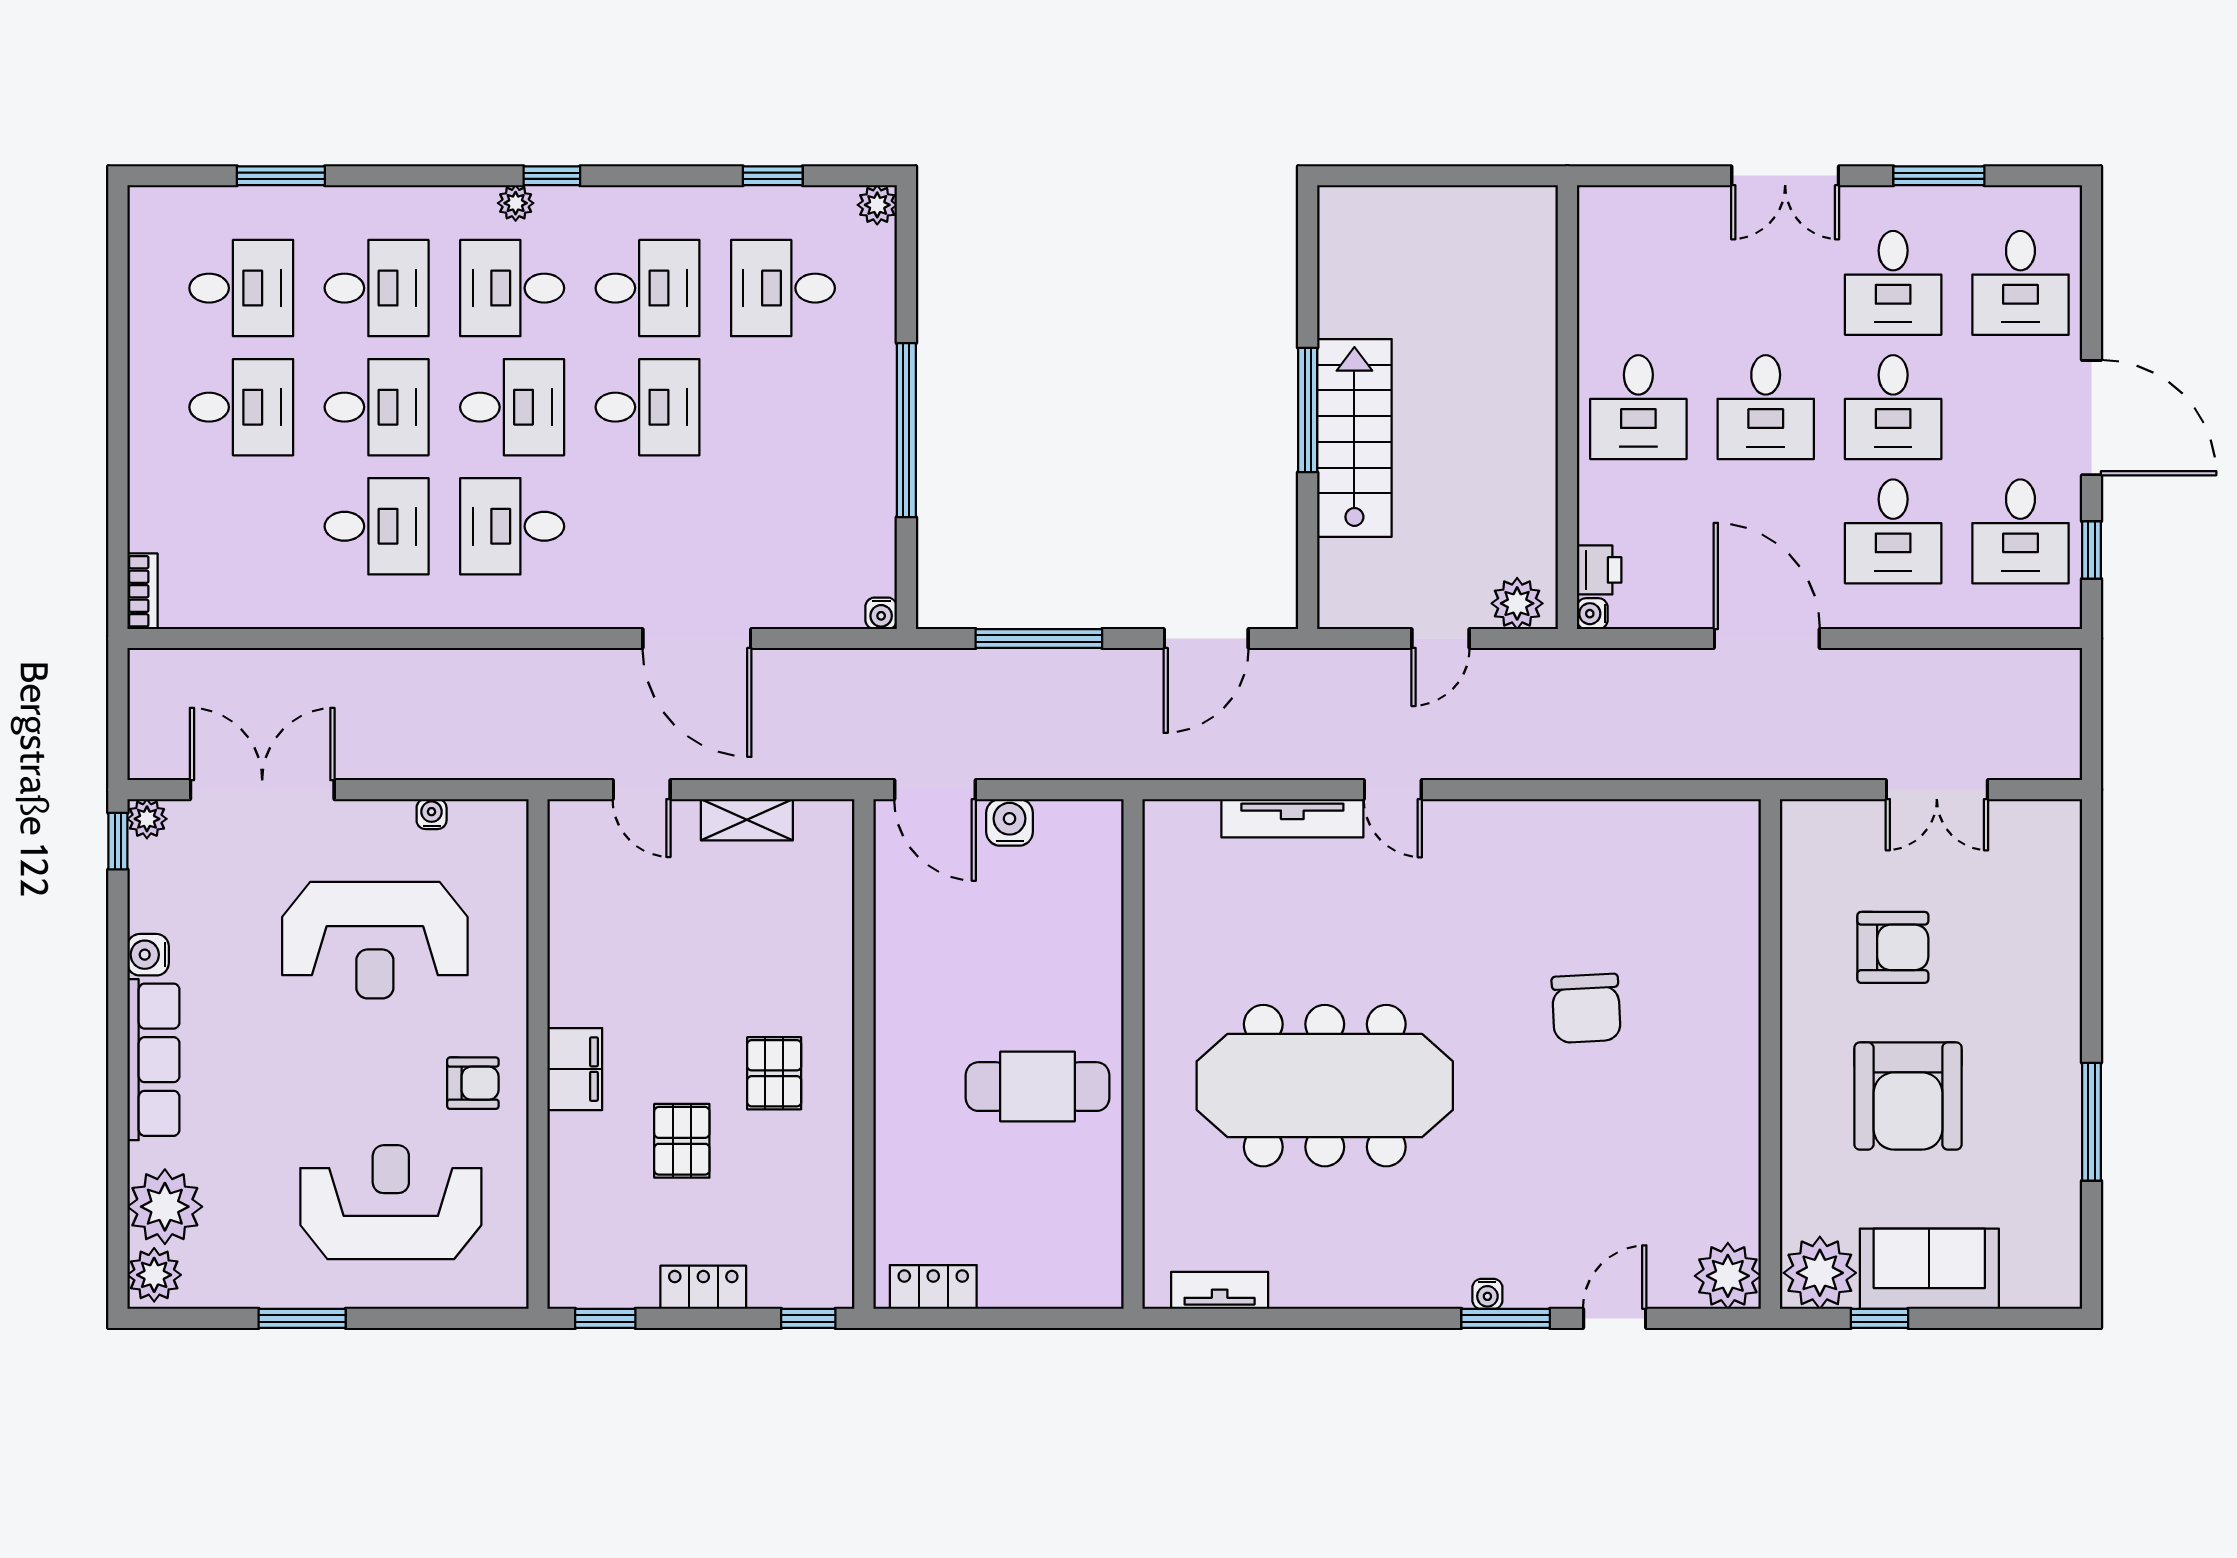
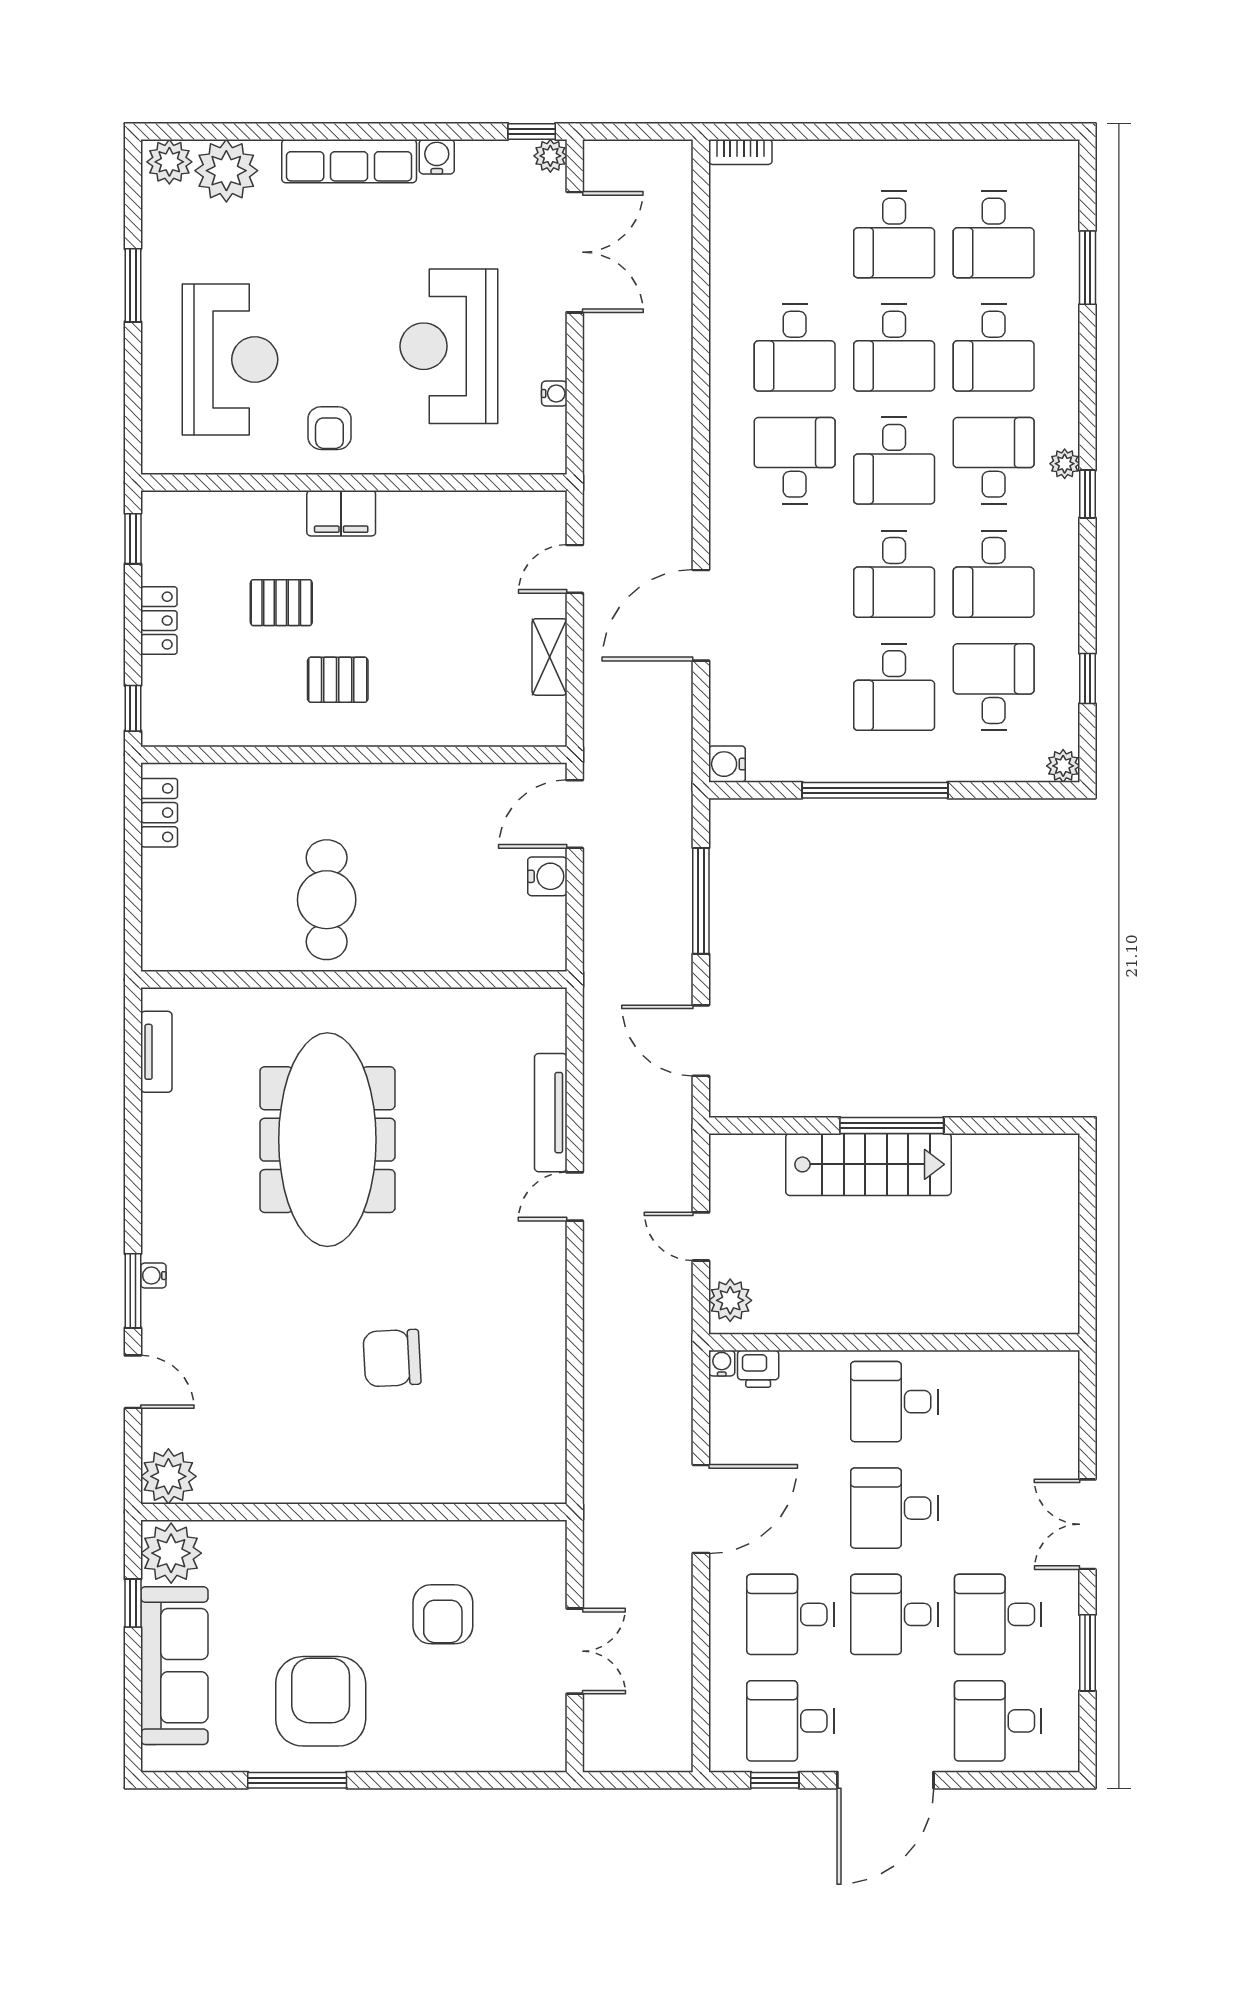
desk: (783, 407) -> (894, 687), added
water cooler: (881, 613) -> (727, 764), width x1.38, depth x1.38
double door: (1937, 790) -> (575, 1651), swing flipped
armchair: (1908, 1096) -> (321, 1701), moved, turned 90
sofa: (1929, 1269) -> (174, 1666), width x1.36

